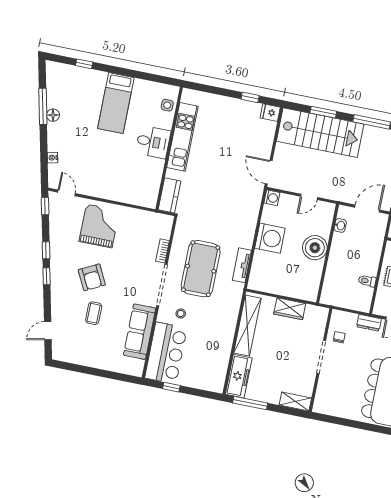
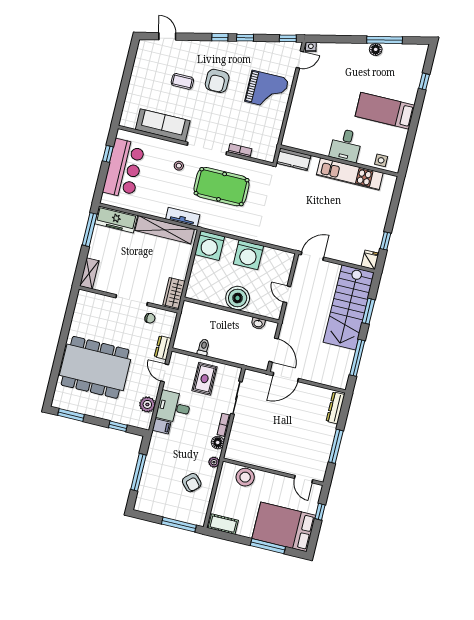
nightstand: (53, 158) -> (311, 47), moved
washing machine: (272, 198) -> (210, 245), moved, width x1.89, depth x1.89
tv unit: (242, 265) -> (183, 217), moved
armchair: (92, 277) -> (217, 81), turned -63
wardrobe: (290, 309) -> (174, 293), moved
bar counter: (166, 353) -> (124, 169), moved, turned -90

